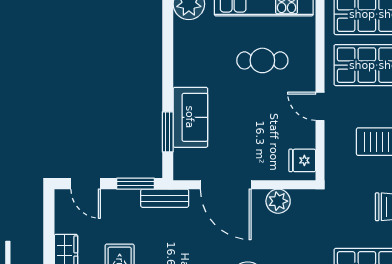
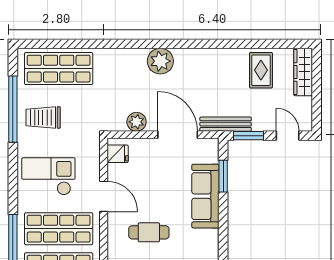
door: (320, 106) -> (104, 196), width x1.38
sofa: (190, 117) -> (205, 196), width x1.36
bench: (165, 198) -> (226, 124), width x1.36

